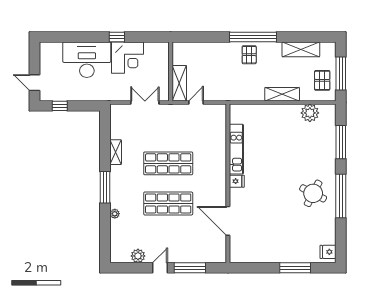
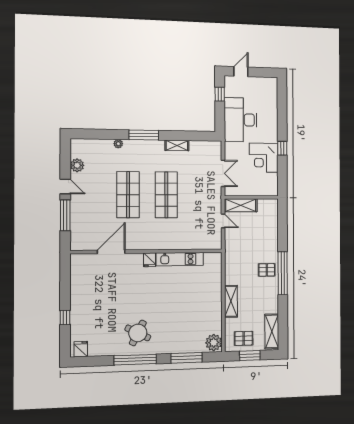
shelving: (301, 49) -> (272, 331), moved
desk: (87, 60) -> (241, 120), moved, turned 180
window: (341, 74) -> (250, 356), width x0.69
plant: (310, 113) -> (214, 343), moved
window: (295, 268) -> (65, 317), width x0.46

